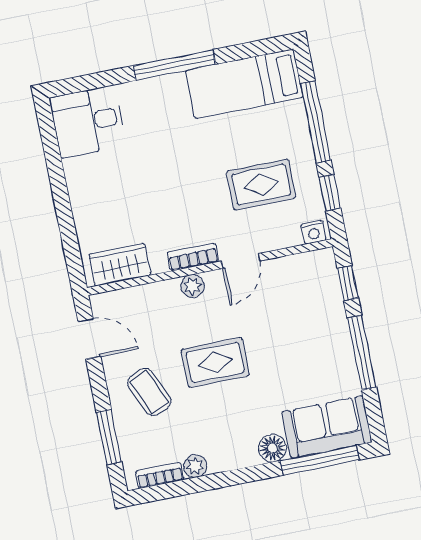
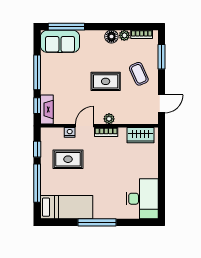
desk: (88, 122) -> (142, 199), width x1.37
nightstand: (314, 232) -> (70, 132), moved
fireplace: (326, 279) -> (47, 109), added
door: (89, 339) -> (161, 104), swing flipped
floor lamp: (272, 448) -> (111, 37), moved

